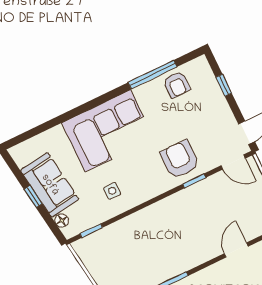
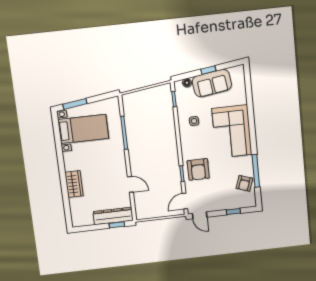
armchair: (177, 85) -> (244, 183), turned -71
armchair: (180, 159) -> (198, 169), turned 90

